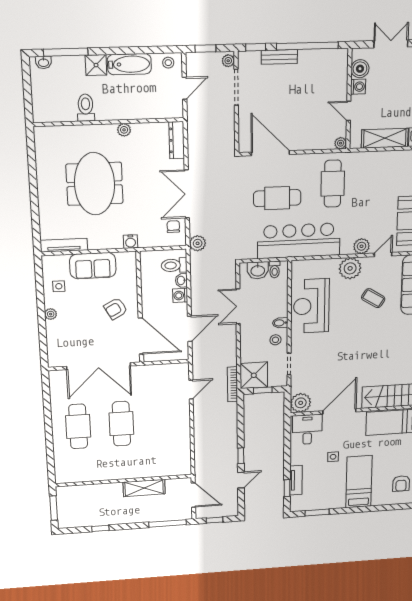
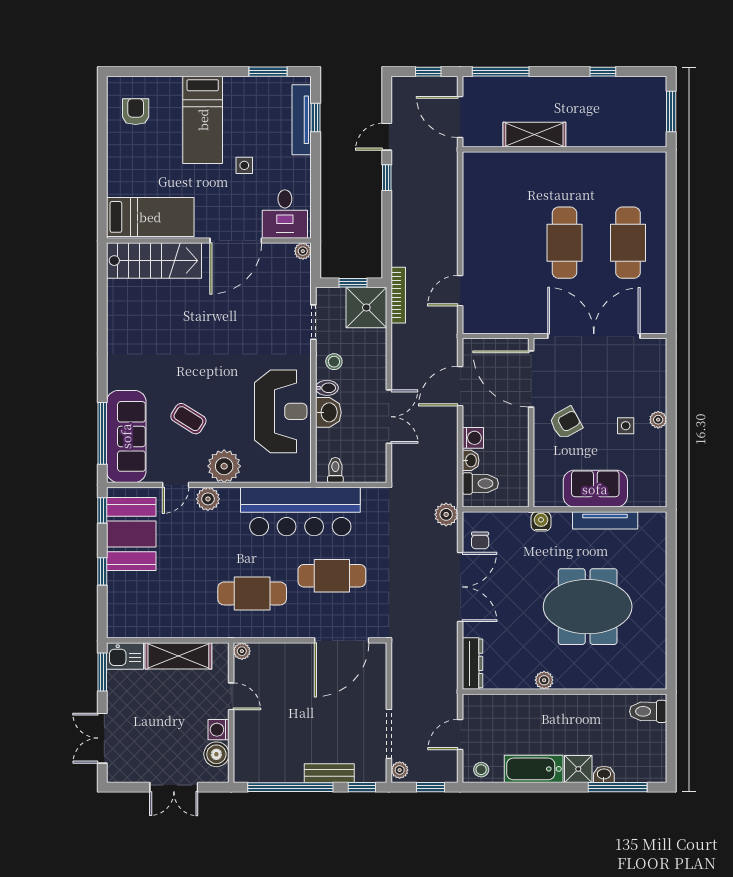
washbasin: (43, 62) -> (604, 774), moved
toilet: (86, 108) -> (648, 711), moved, turned 90
door: (270, 153) -> (342, 640), hinge flipped
meeting table: (95, 184) -> (588, 607), turned 90
cafe table: (333, 184) -> (252, 593), turned 90
tv unit: (64, 245) -> (605, 520), moved
washbasin: (258, 270) -> (328, 412), moved, turned 90
side table: (59, 286) -> (626, 426), moved
plant: (301, 403) -> (303, 251), width x0.53, depth x0.53
tv unit: (296, 480) -> (302, 120), width x1.41

